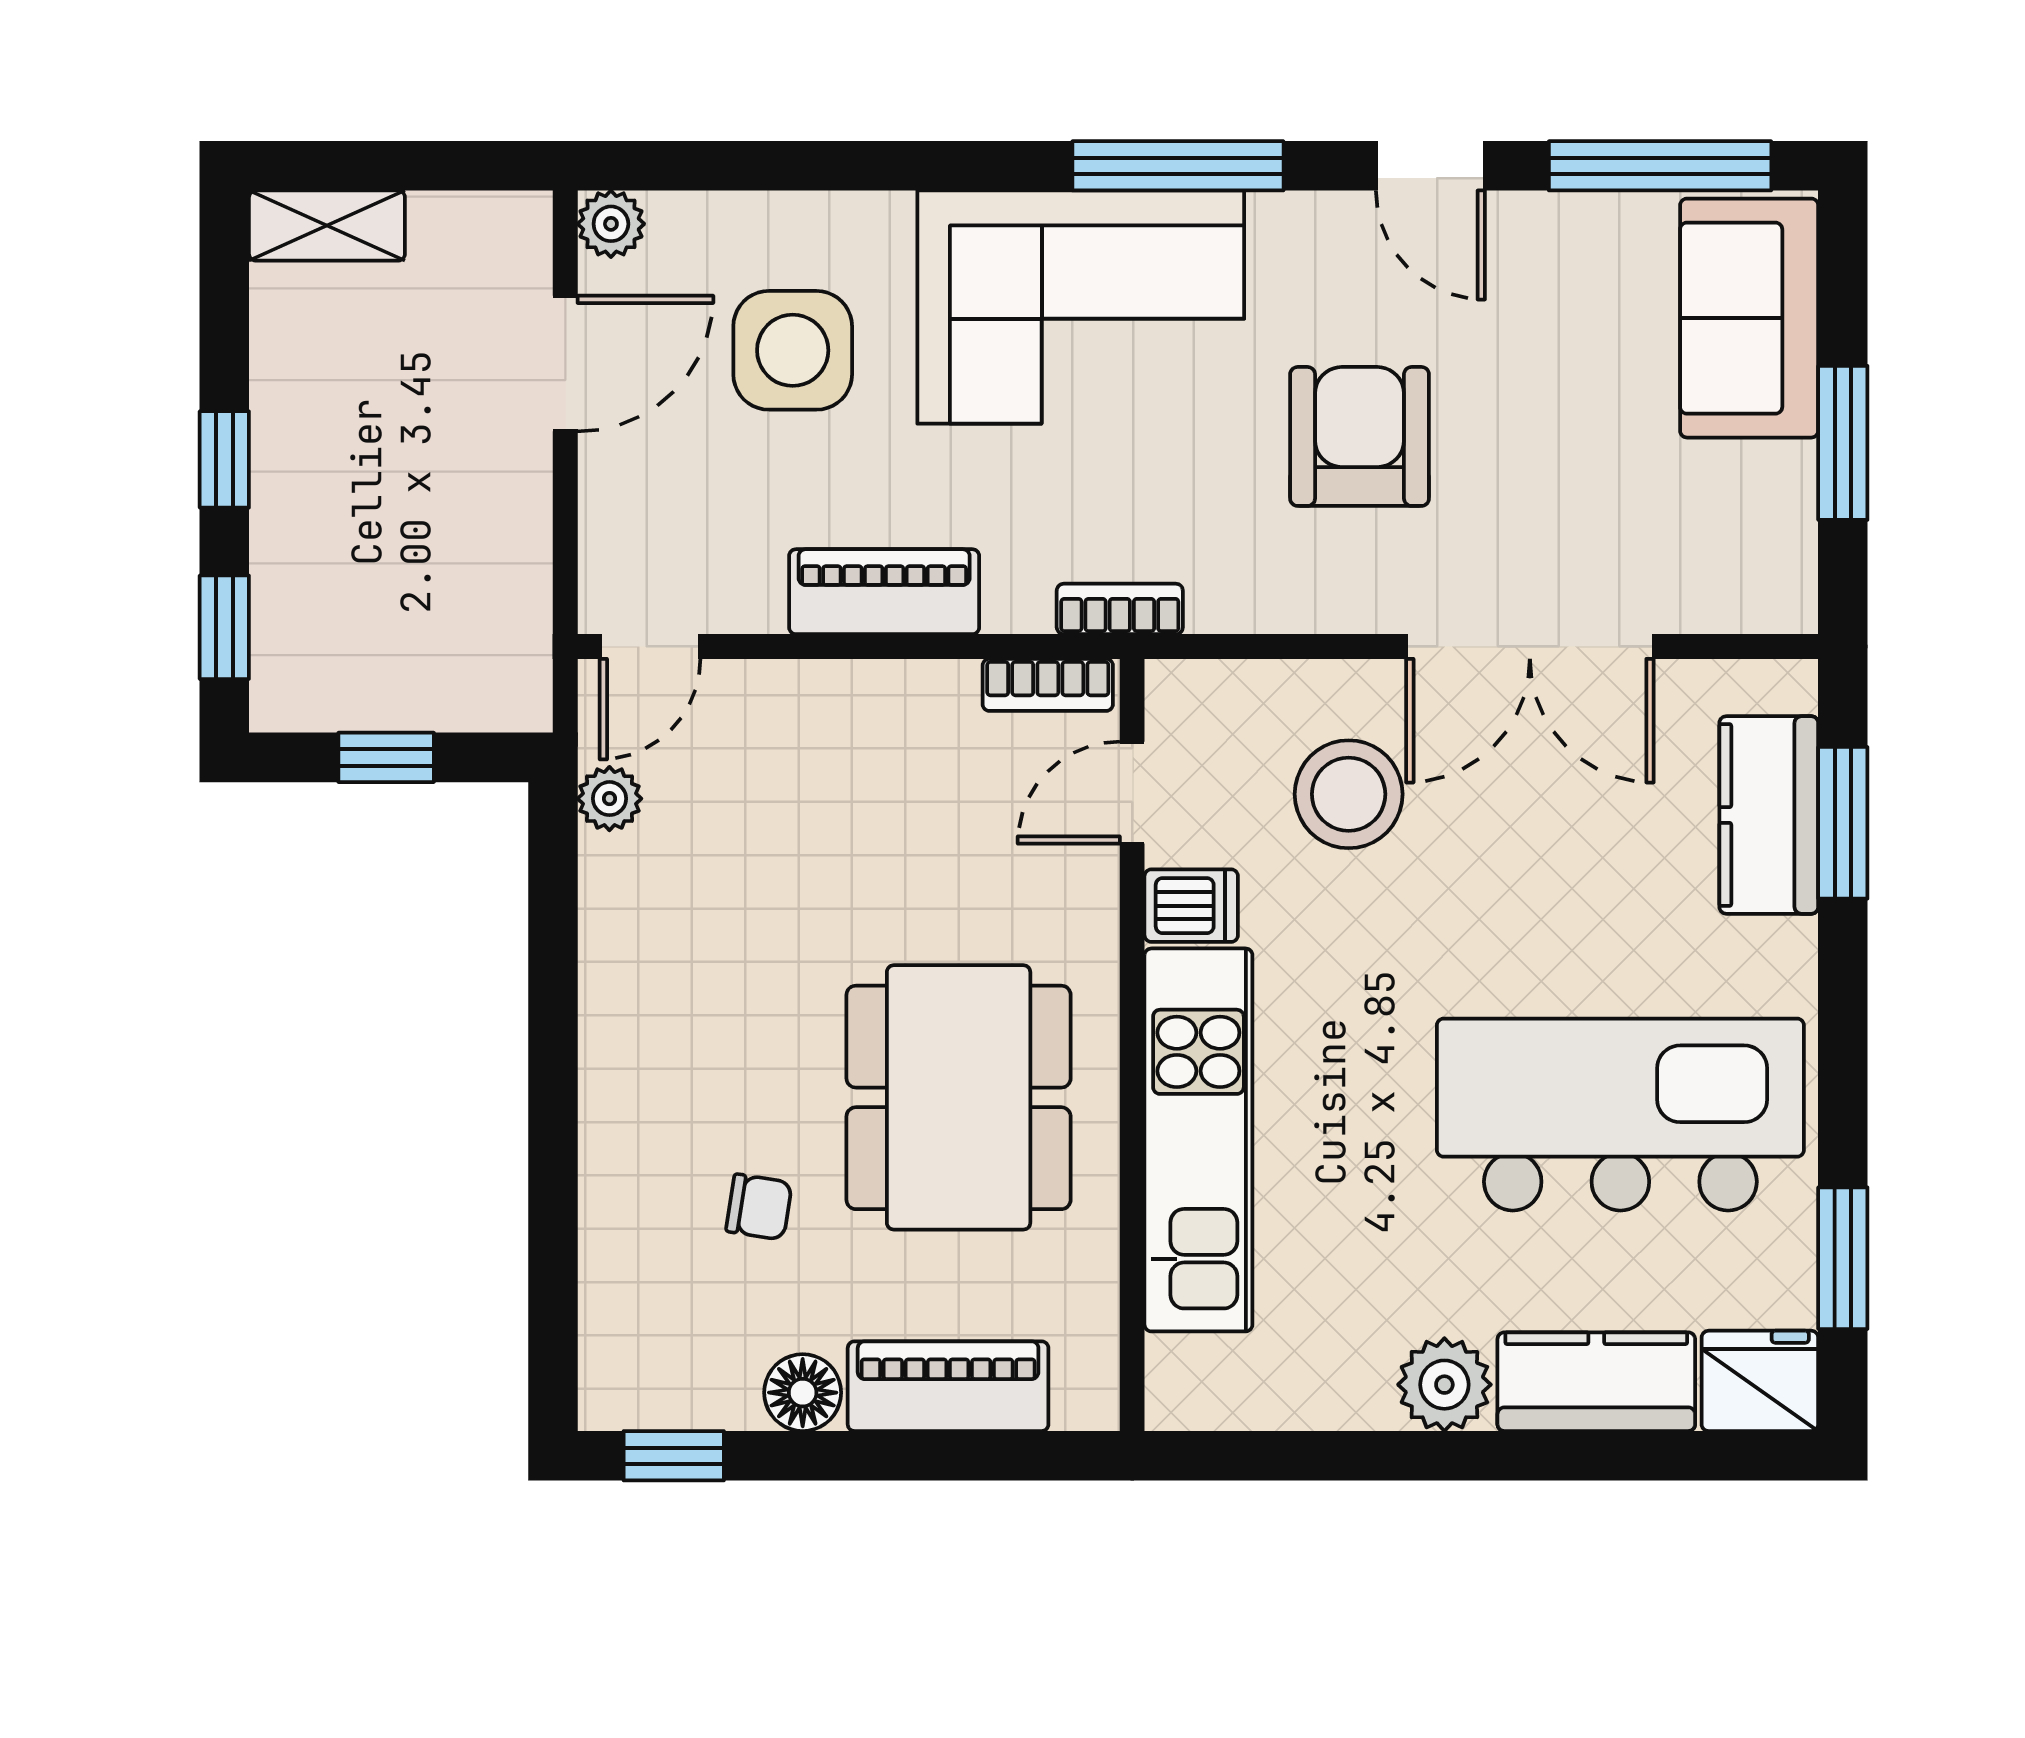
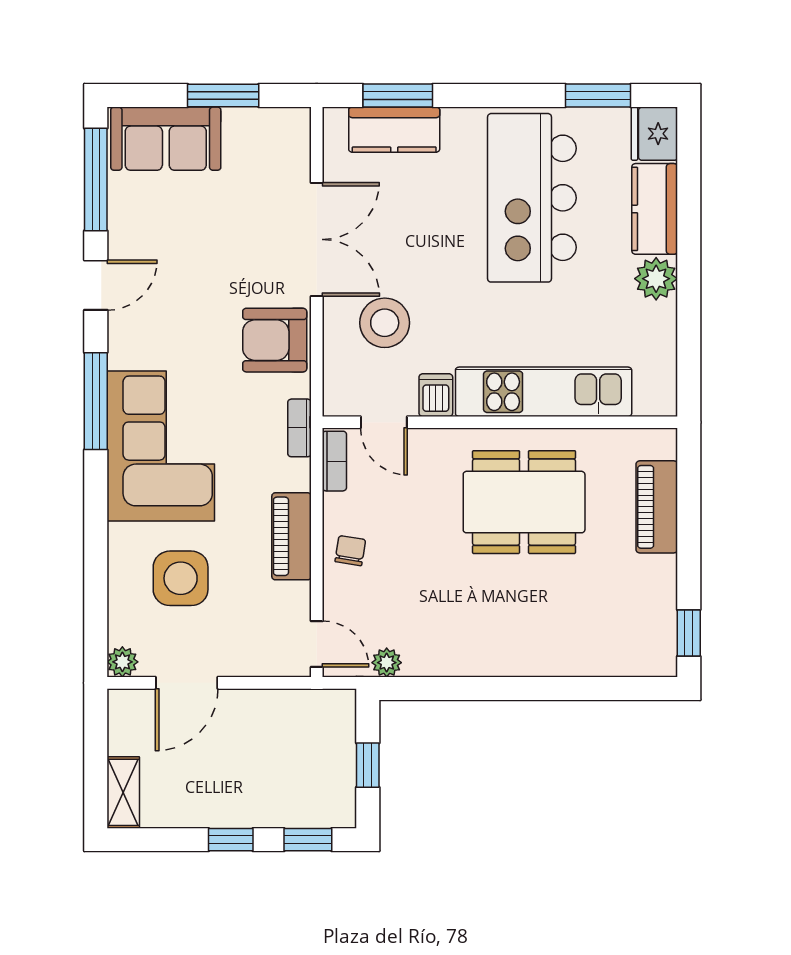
door: (565, 364) -> (187, 683), swing flipped
armchair: (1360, 436) -> (275, 340), moved
chair: (759, 1207) -> (350, 551), moved
floor lamp: (803, 1393) -> (660, 574), removed

